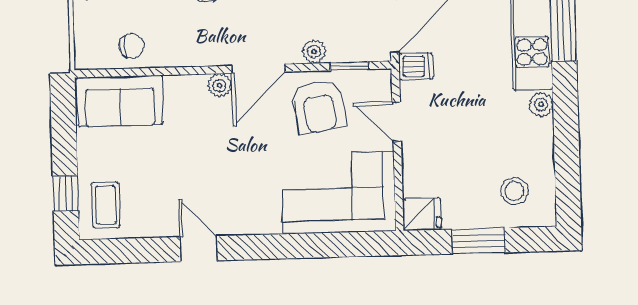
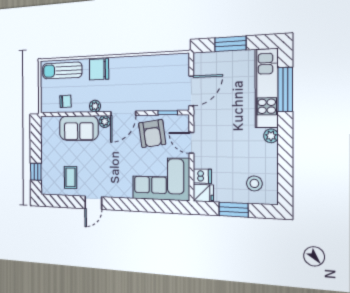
plant: (314, 52) -> (95, 106), moved
dishwasher: (416, 66) -> (202, 176), moved
sofa: (120, 101) -> (79, 128), moved
coffee table: (106, 205) -> (71, 177), moved
door: (199, 249) -> (93, 203), swing flipped

